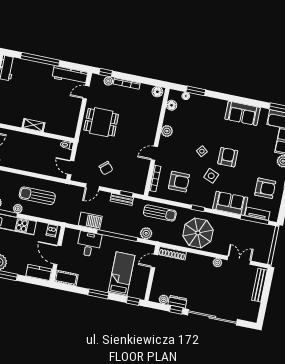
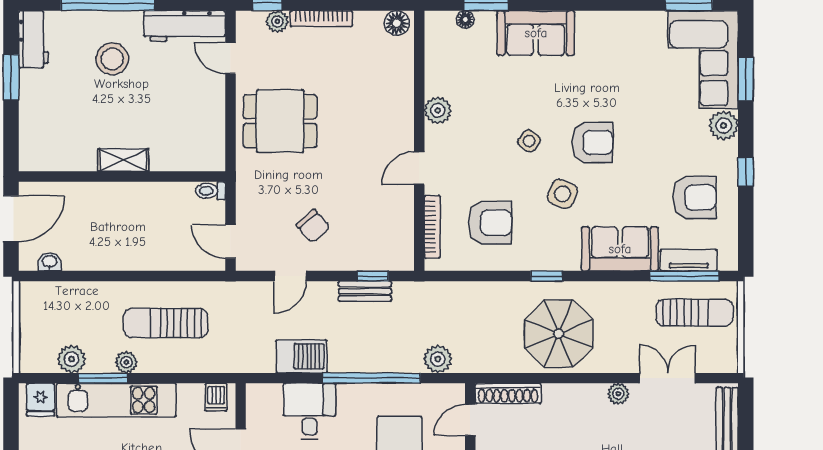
stool: (37, 83) -> (112, 59), added
door: (86, 92) -> (230, 58), hinge flipped
floor lamp: (172, 105) -> (436, 48), removed
sofa: (243, 113) -> (536, 33), moved
armchair: (228, 157) -> (592, 142), turned 90
sun lounger: (160, 213) -> (694, 313), moved

